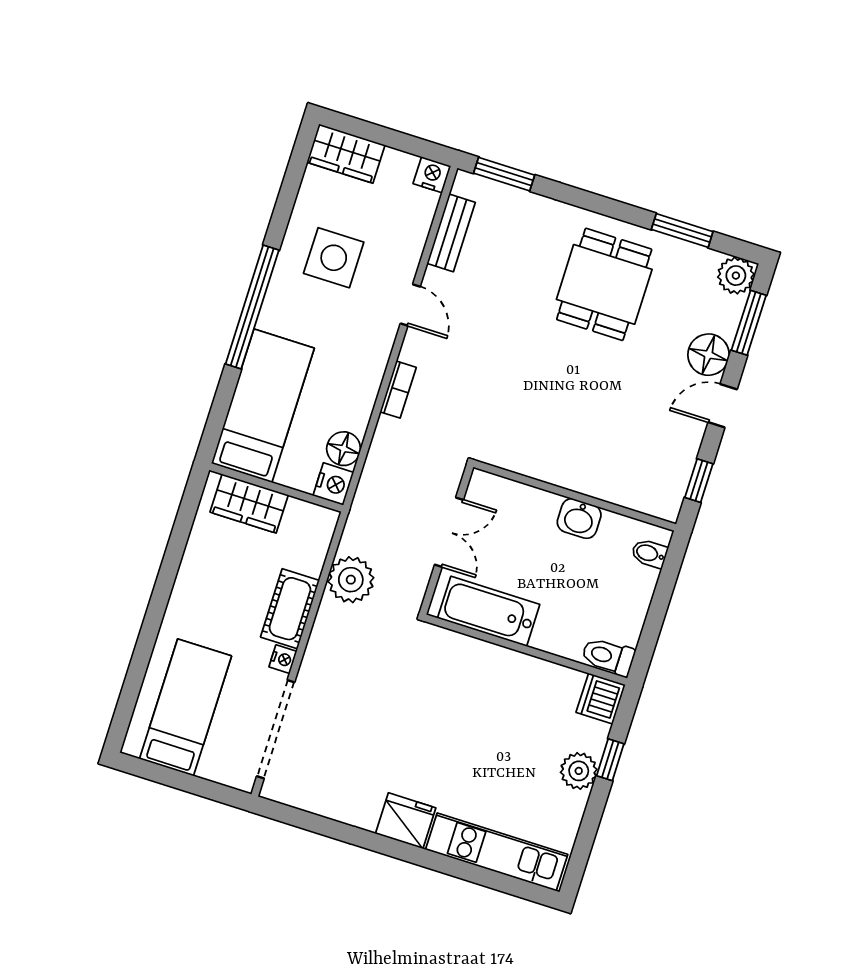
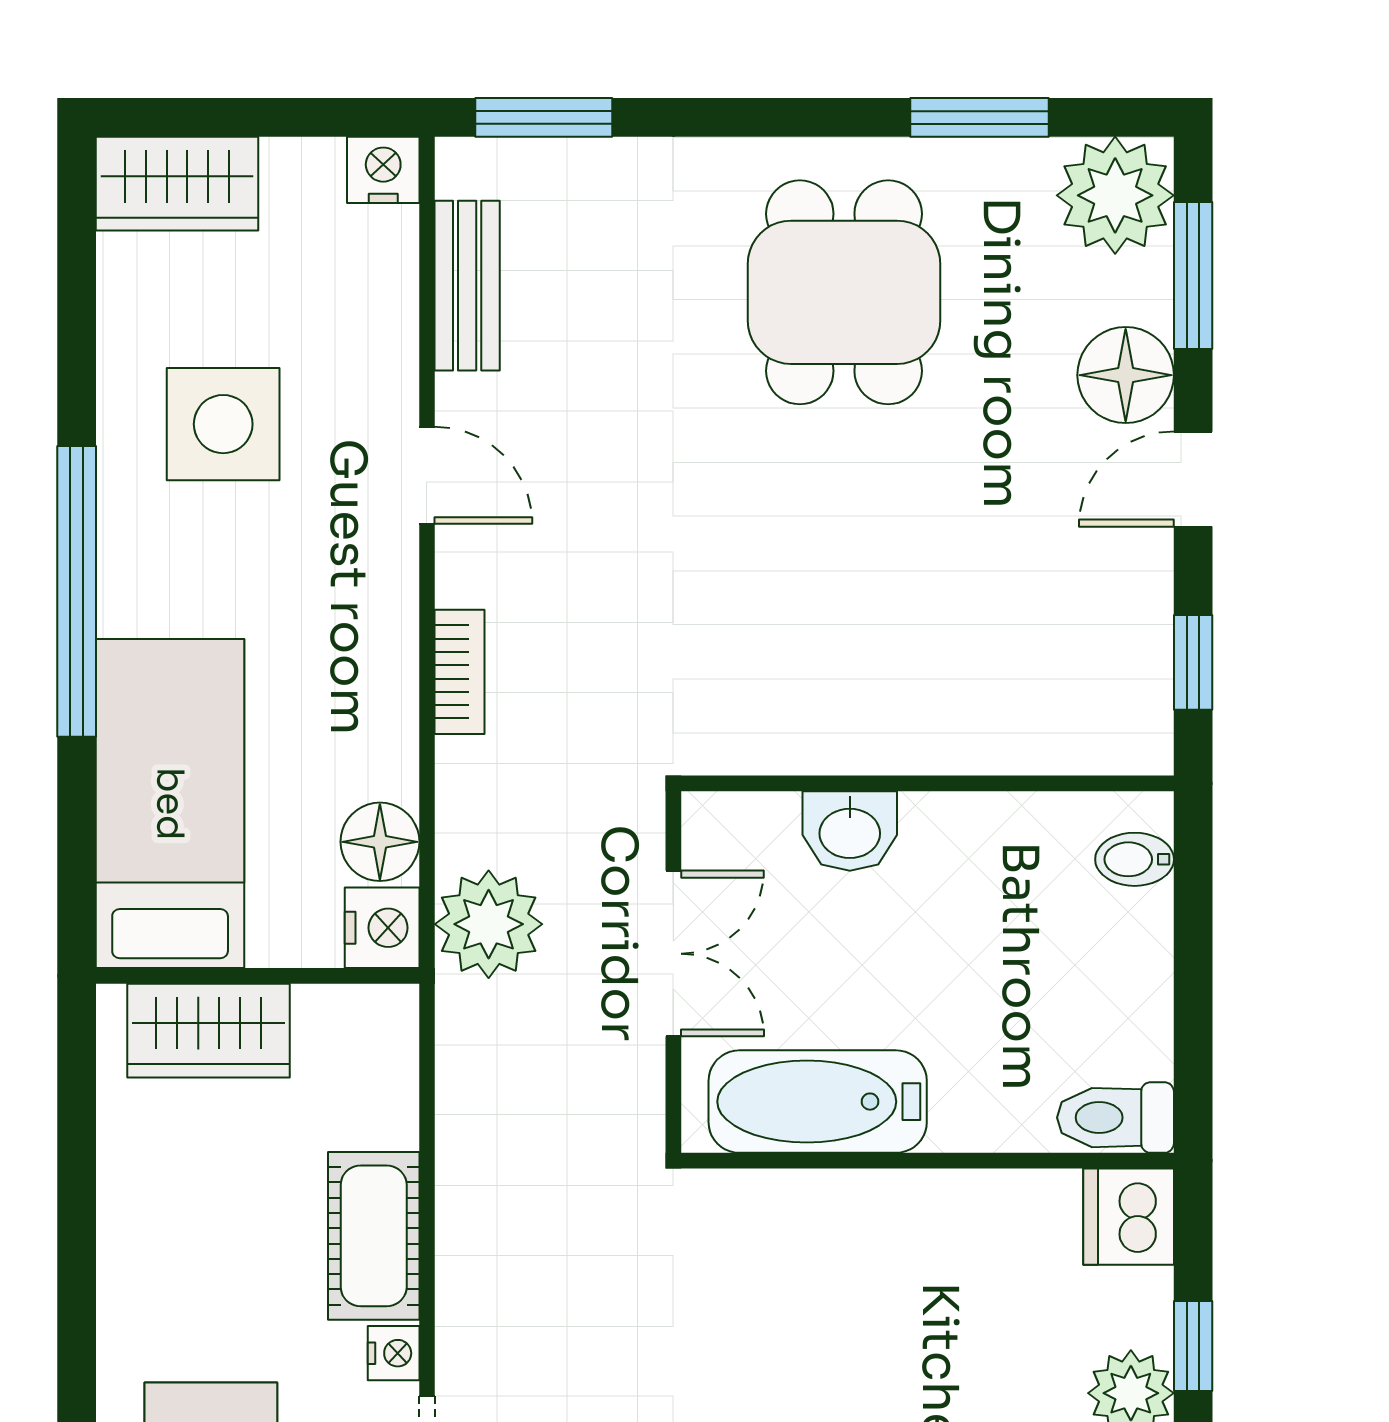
plant: (736, 276) -> (1115, 195), width x1.36, depth x1.36
washbasin: (579, 519) -> (850, 831), moved
plant: (351, 580) -> (489, 924), moved

